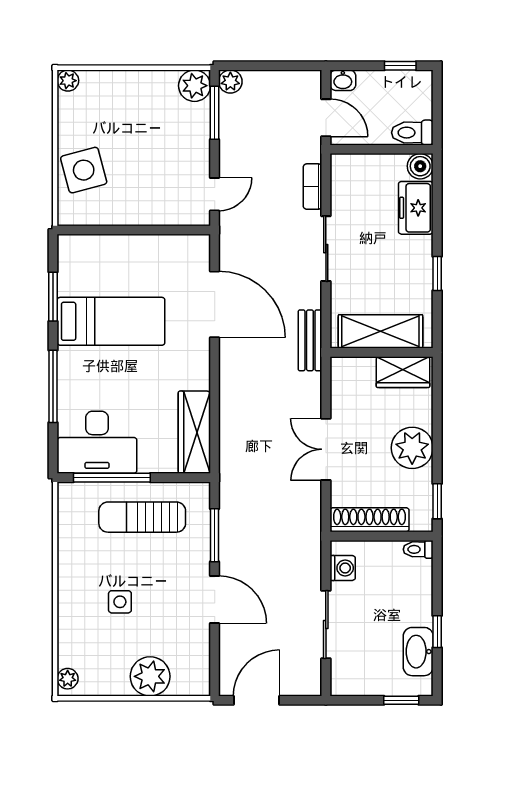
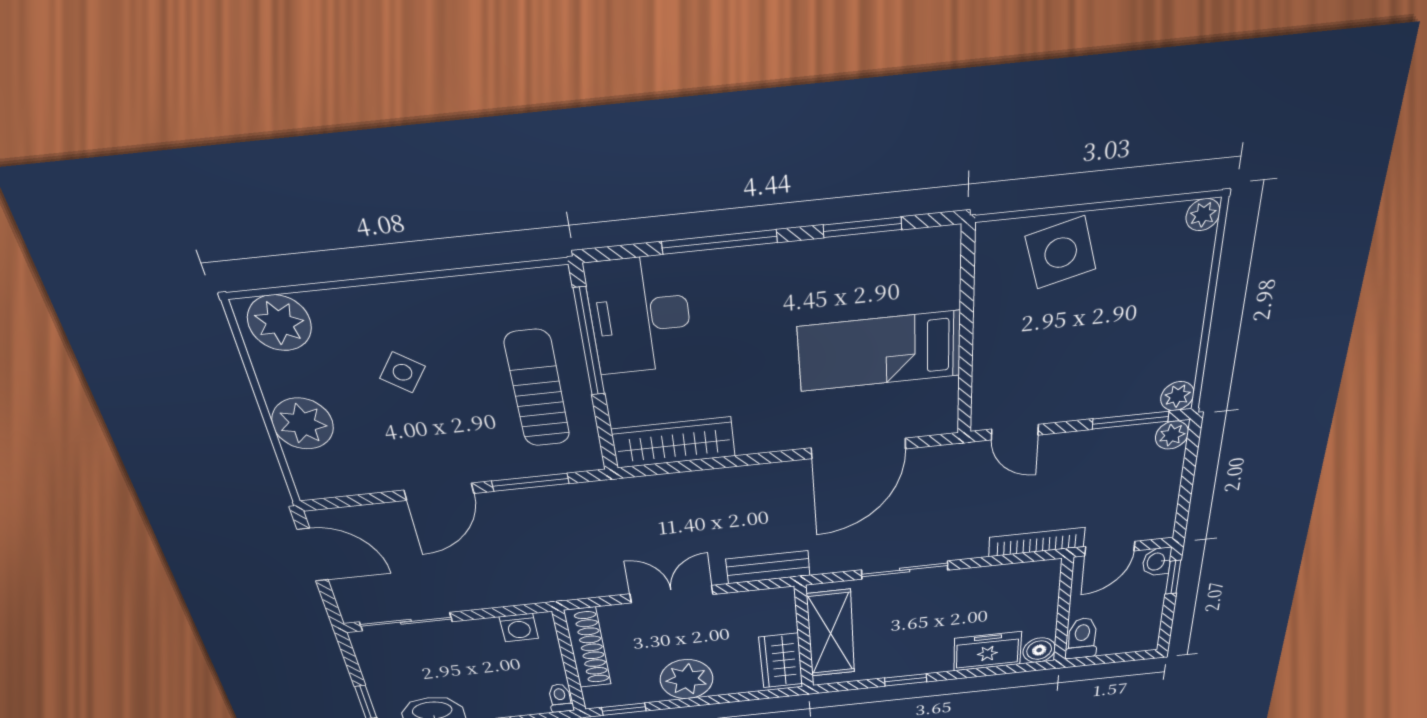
window: (400, 66) -> (1173, 577), moved
plant: (195, 86) -> (1177, 396), width x0.73, depth x0.73
bookcase: (313, 187) -> (1037, 542), width x1.56
sliding door: (326, 249) -> (905, 570), moved
bed: (111, 321) -> (879, 351), moved, turned 90
bench: (310, 340) -> (768, 567), moved
side table: (120, 602) -> (402, 372), turned 35
sliding door: (326, 625) -> (406, 622), moved
plant: (68, 679) -> (279, 323), width x1.87, depth x1.87

